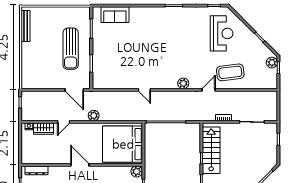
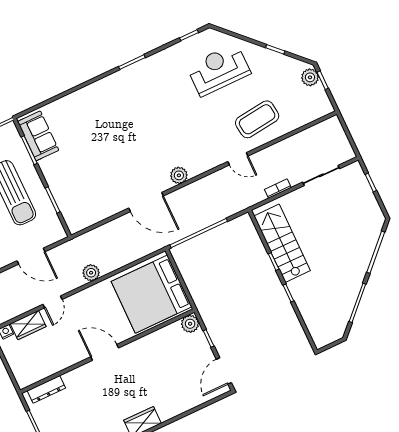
sofa: (115, 15) -> (38, 136), moved, turned -90
reception desk: (222, 33) -> (219, 70), turned -90
plant: (183, 83) -> (179, 175), moved
door: (74, 90) -> (31, 256), moved
door: (144, 90) -> (146, 202), width x1.87
door: (209, 90) -> (238, 159), swing flipped

